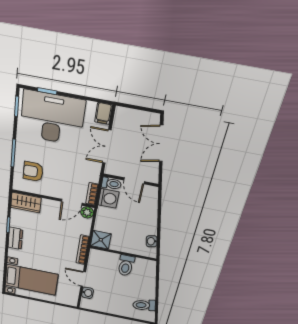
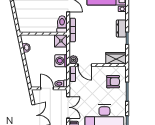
washing machine: (108, 198) -> (61, 61), moved
door: (72, 202) -> (85, 65), swing flipped
toilet: (126, 265) -> (62, 24), moved

